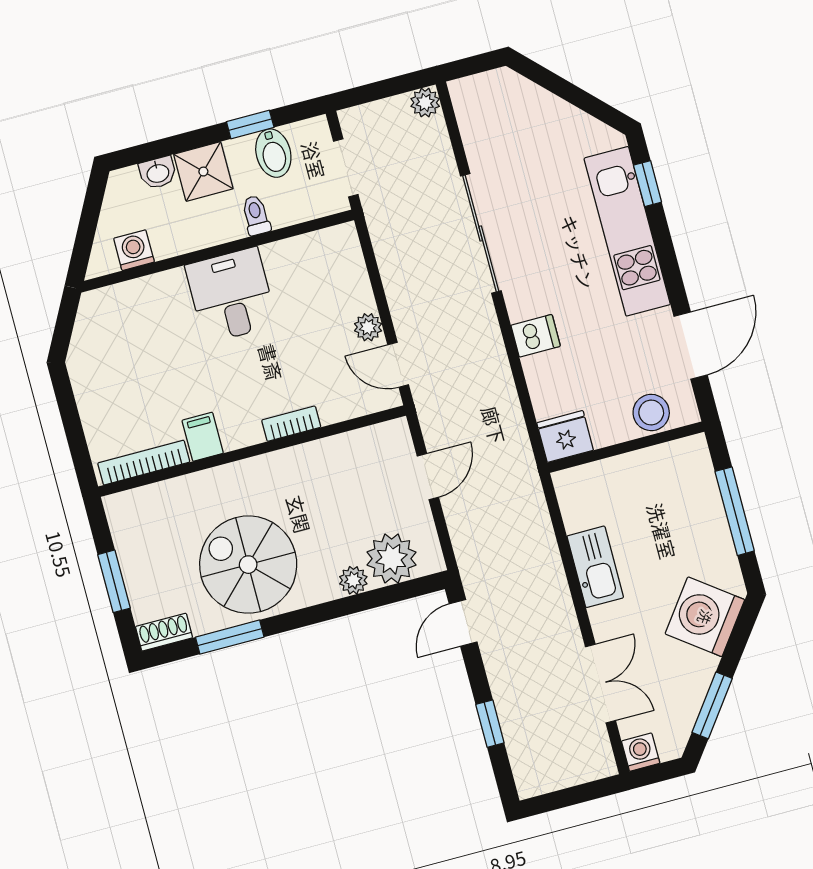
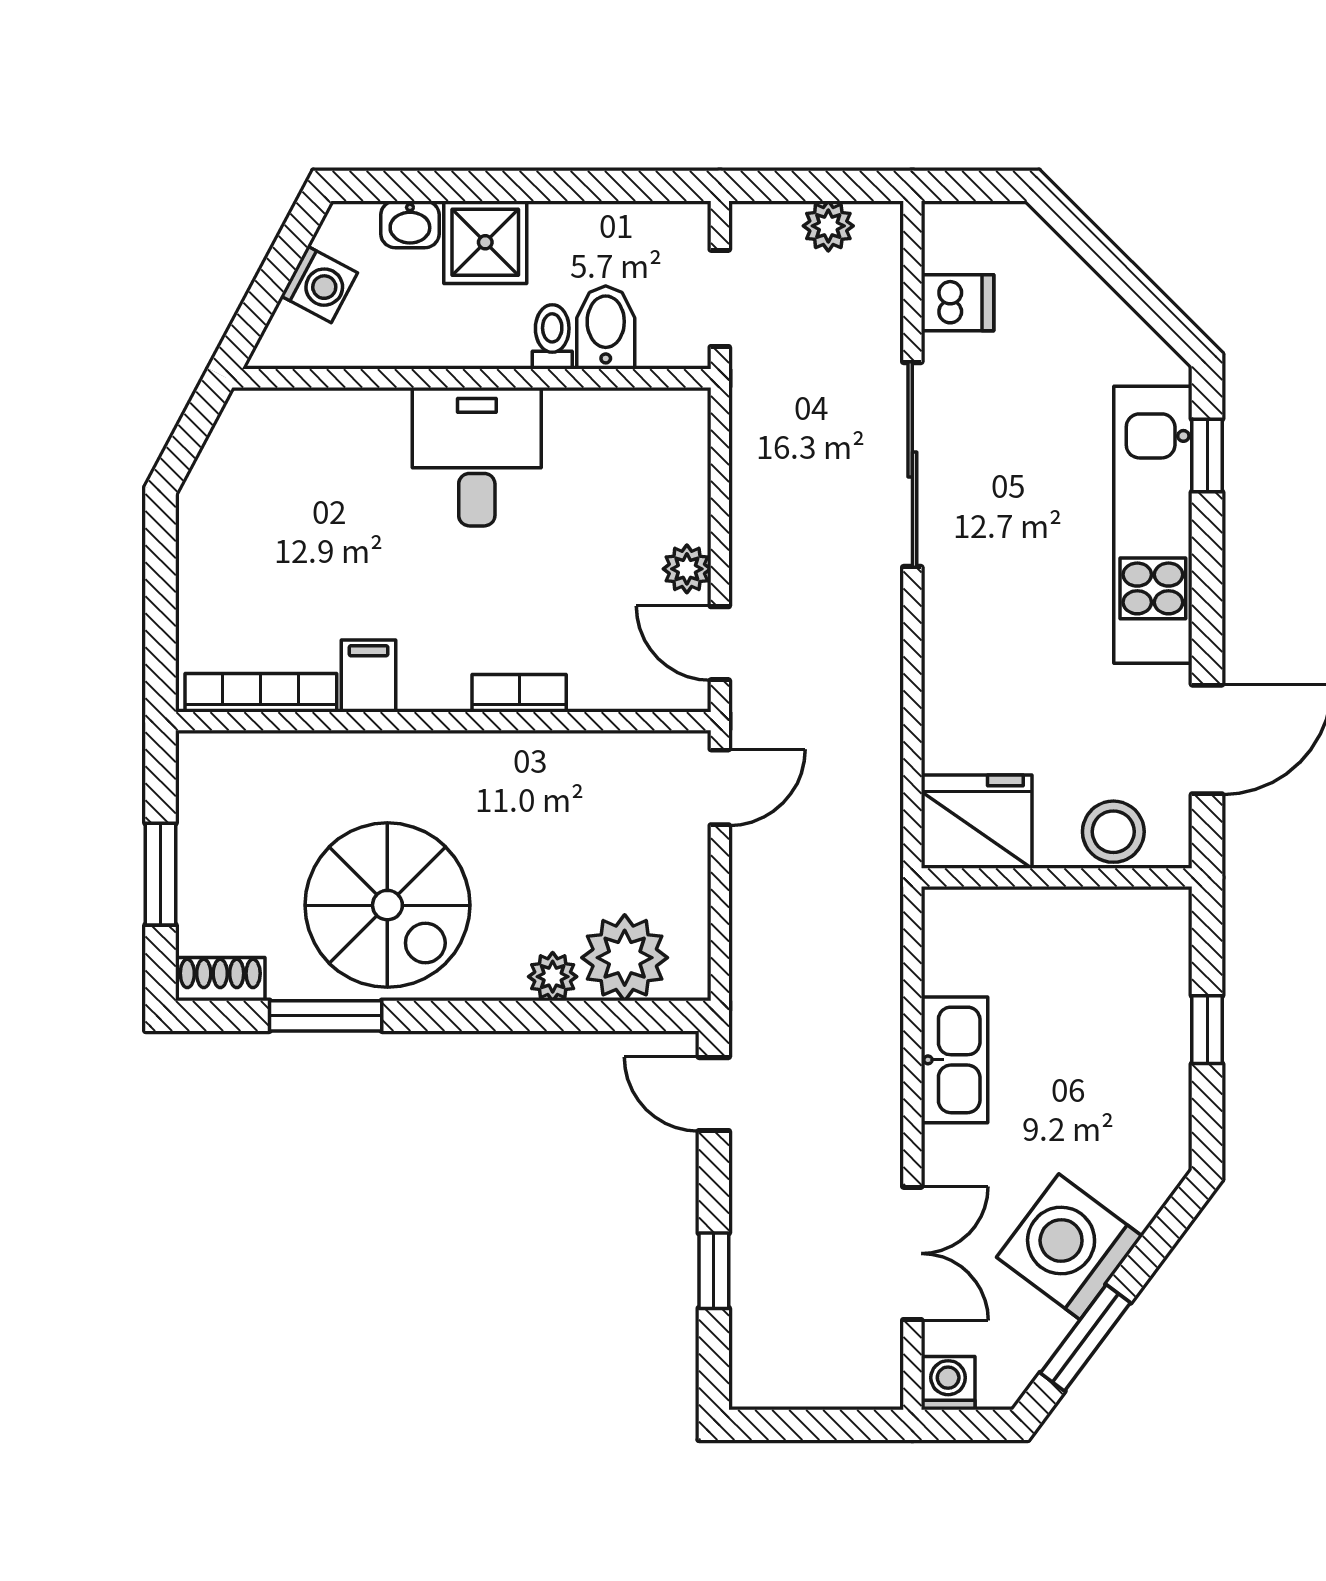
plant: (425, 103) -> (828, 226), moved
window: (250, 125) -> (582, 186), removed
bidet: (273, 153) -> (606, 328), moved, turned 180
washing machine: (134, 250) -> (319, 284), moved, turned 118
dishwasher: (536, 336) -> (957, 303), moved
fridge: (565, 436) -> (977, 822), width x1.36, depth x1.34
door: (428, 477) -> (720, 787), moved
window: (735, 511) -> (1207, 1030), width x0.46
spiral stairs: (248, 565) -> (387, 905), turned 180
washing machine: (705, 617) -> (1069, 1247), moved
door: (463, 623) -> (714, 1094), hinge flipped

